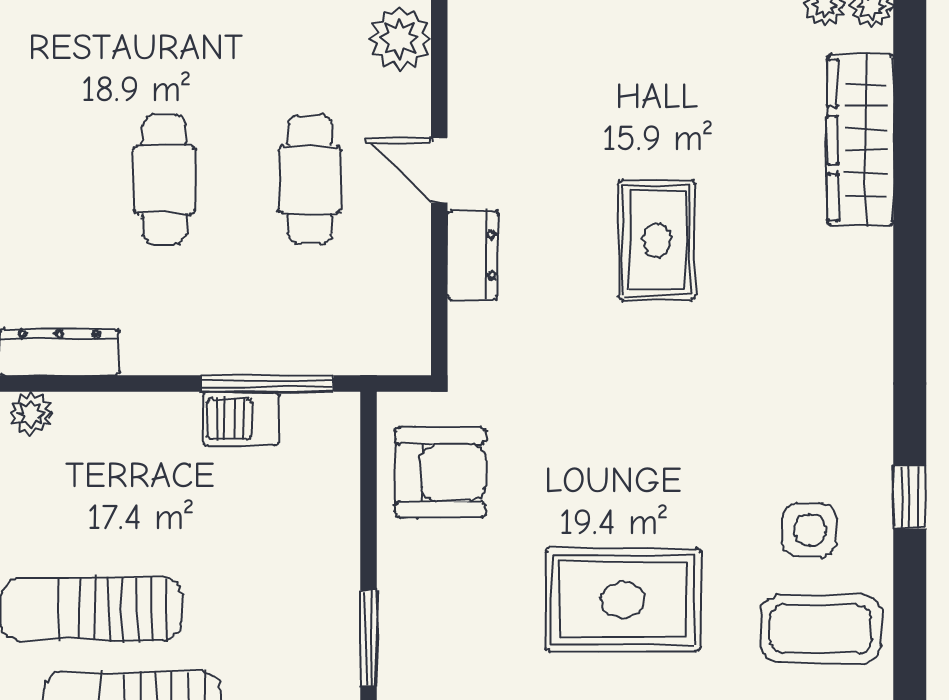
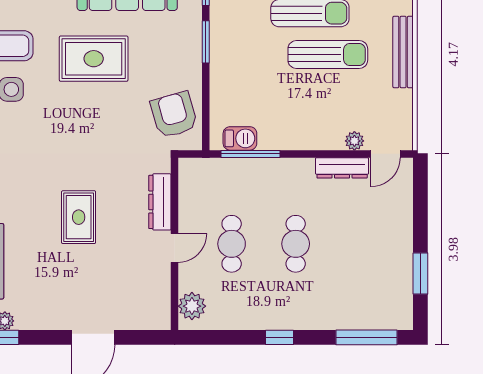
door: (439, 170) -> (175, 248), hinge flipped
dresser: (472, 255) -> (160, 202), width x1.44
barbecue: (241, 419) -> (240, 138), moved
armchair: (440, 473) -> (174, 115), turned 74

